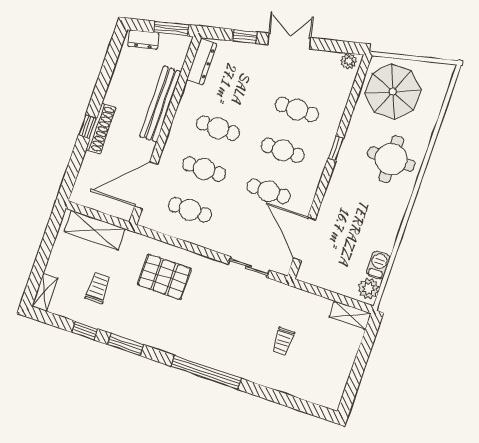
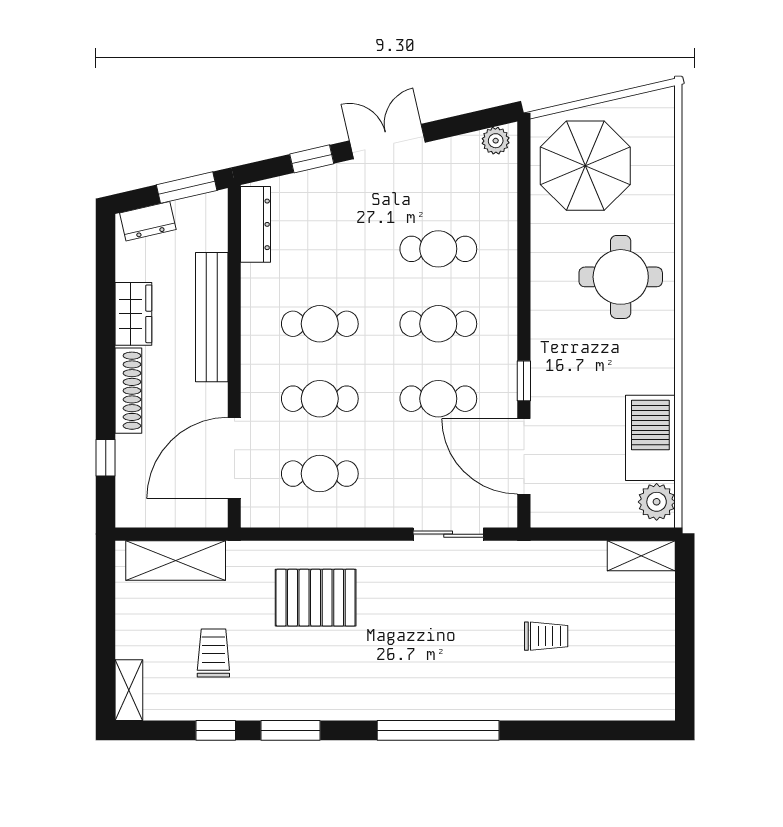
wardrobe: (118, 88) -> (133, 314), added
window: (88, 127) -> (106, 458), moved
window: (336, 148) -> (524, 381), moved
barbecue: (378, 265) -> (650, 438), width x1.88, depth x1.53
trolley: (283, 341) -> (546, 636), turned -90

